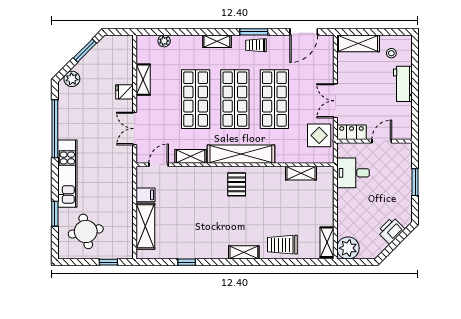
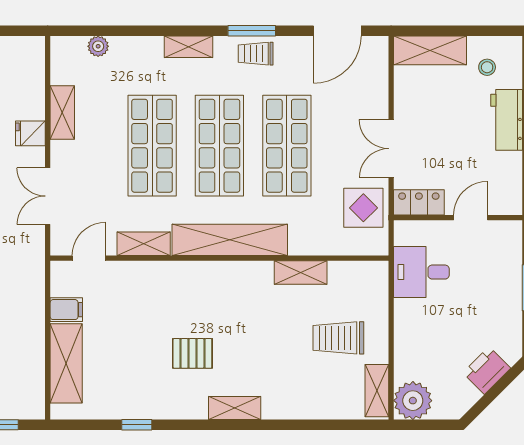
shelving: (301, 173) -> (301, 272), moved
pallet: (237, 184) -> (192, 353), moved, turned 90
trolley: (282, 245) -> (338, 338), moved

